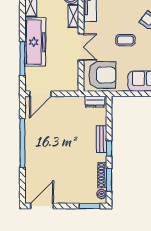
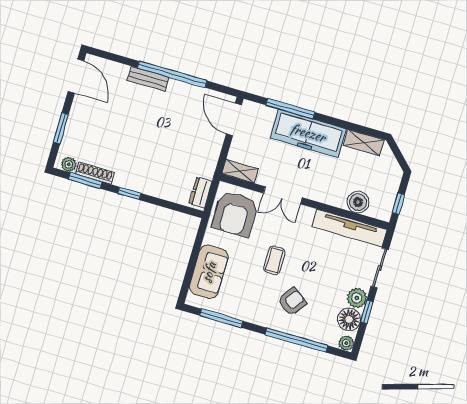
shelving: (73, 16) -> (240, 171), moved
bench: (101, 139) -> (148, 79), moved
window: (89, 206) -> (61, 128), moved

